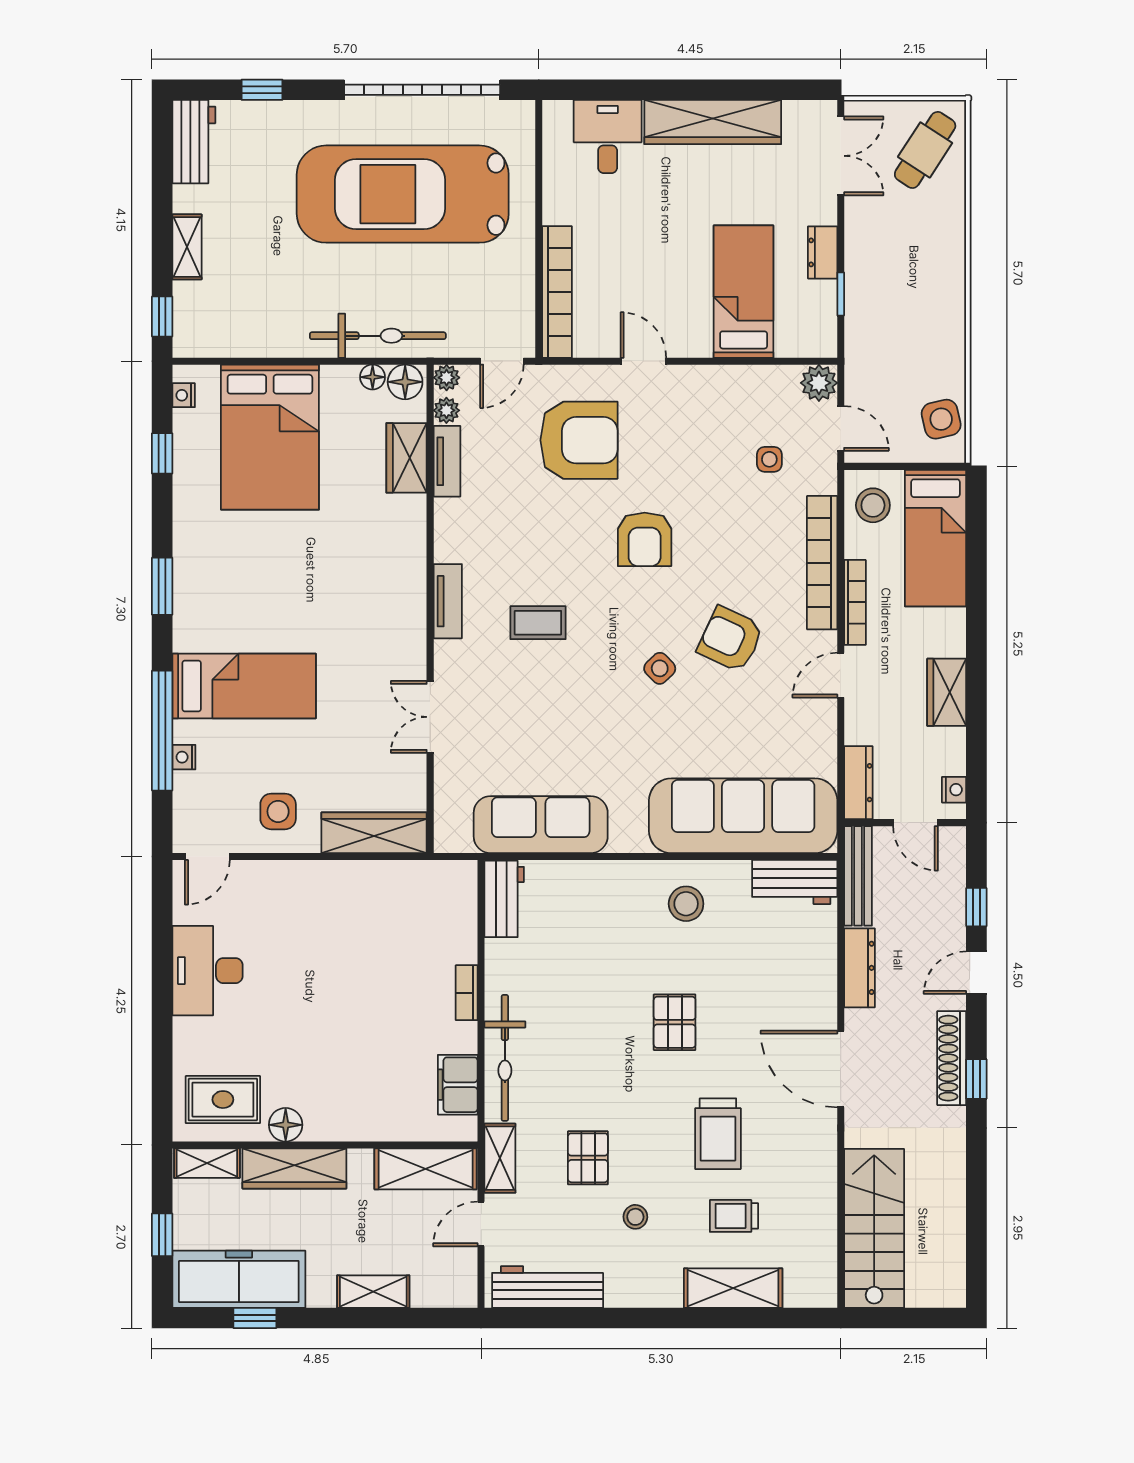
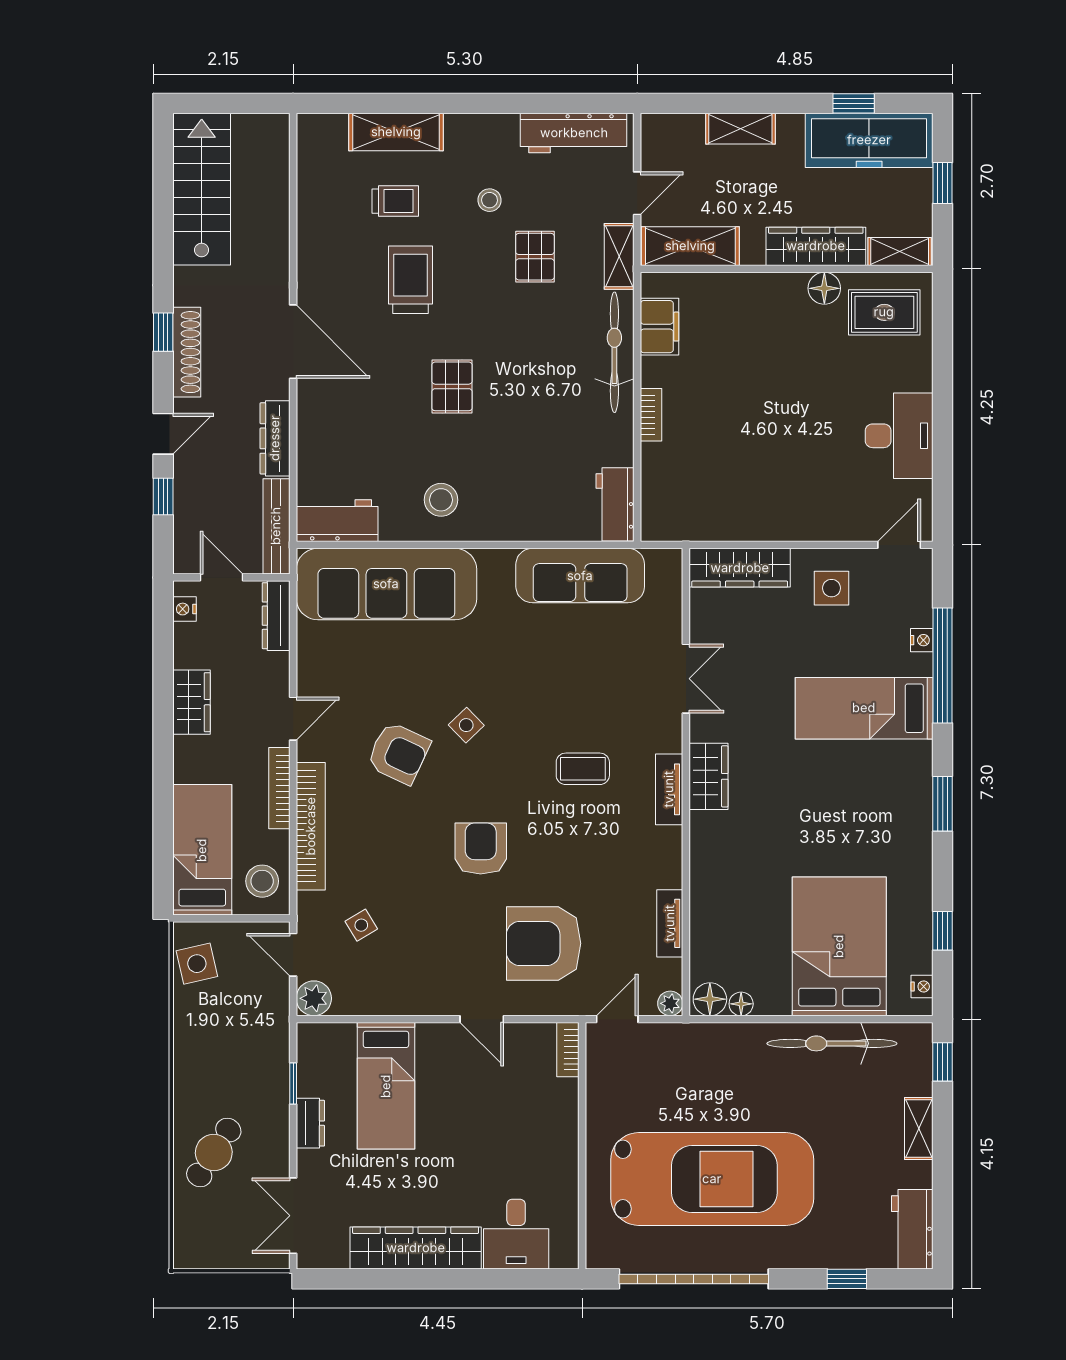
cafe table: (925, 150) -> (214, 1152), moved
bookcase: (557, 292) -> (568, 1050), width x0.43, depth x0.76
bicycle: (378, 336) -> (832, 1043), moved
plant: (446, 410) -> (670, 972), removed
wardrobe: (407, 458) -> (709, 776), moved
side table: (769, 459) -> (361, 925), turned -31
stairs: (874, 1228) -> (202, 189), moved, turned 180

